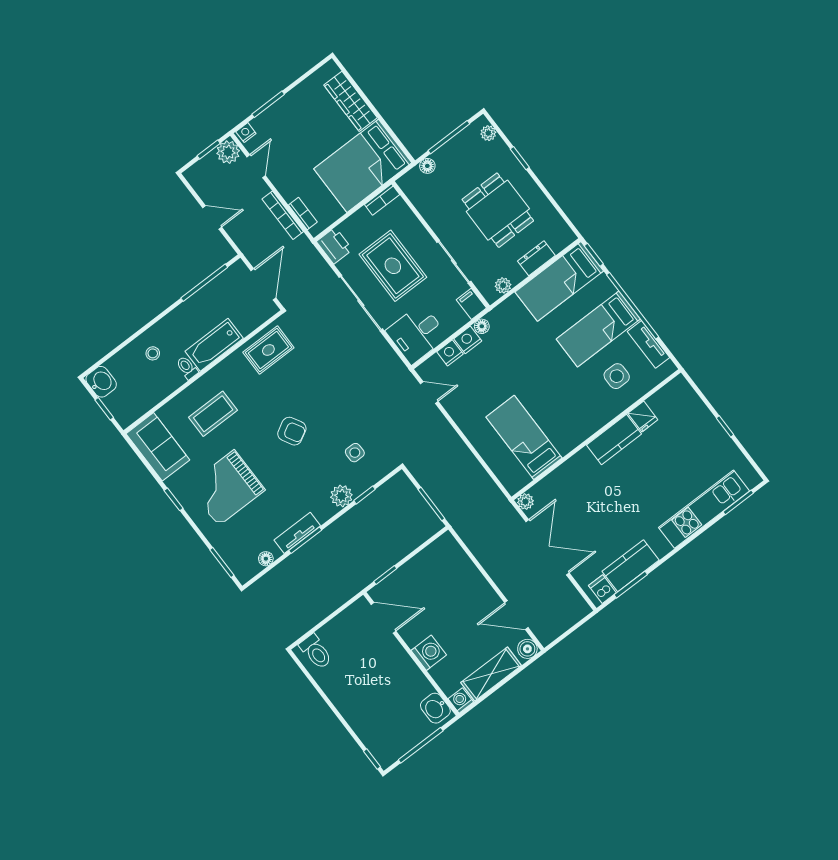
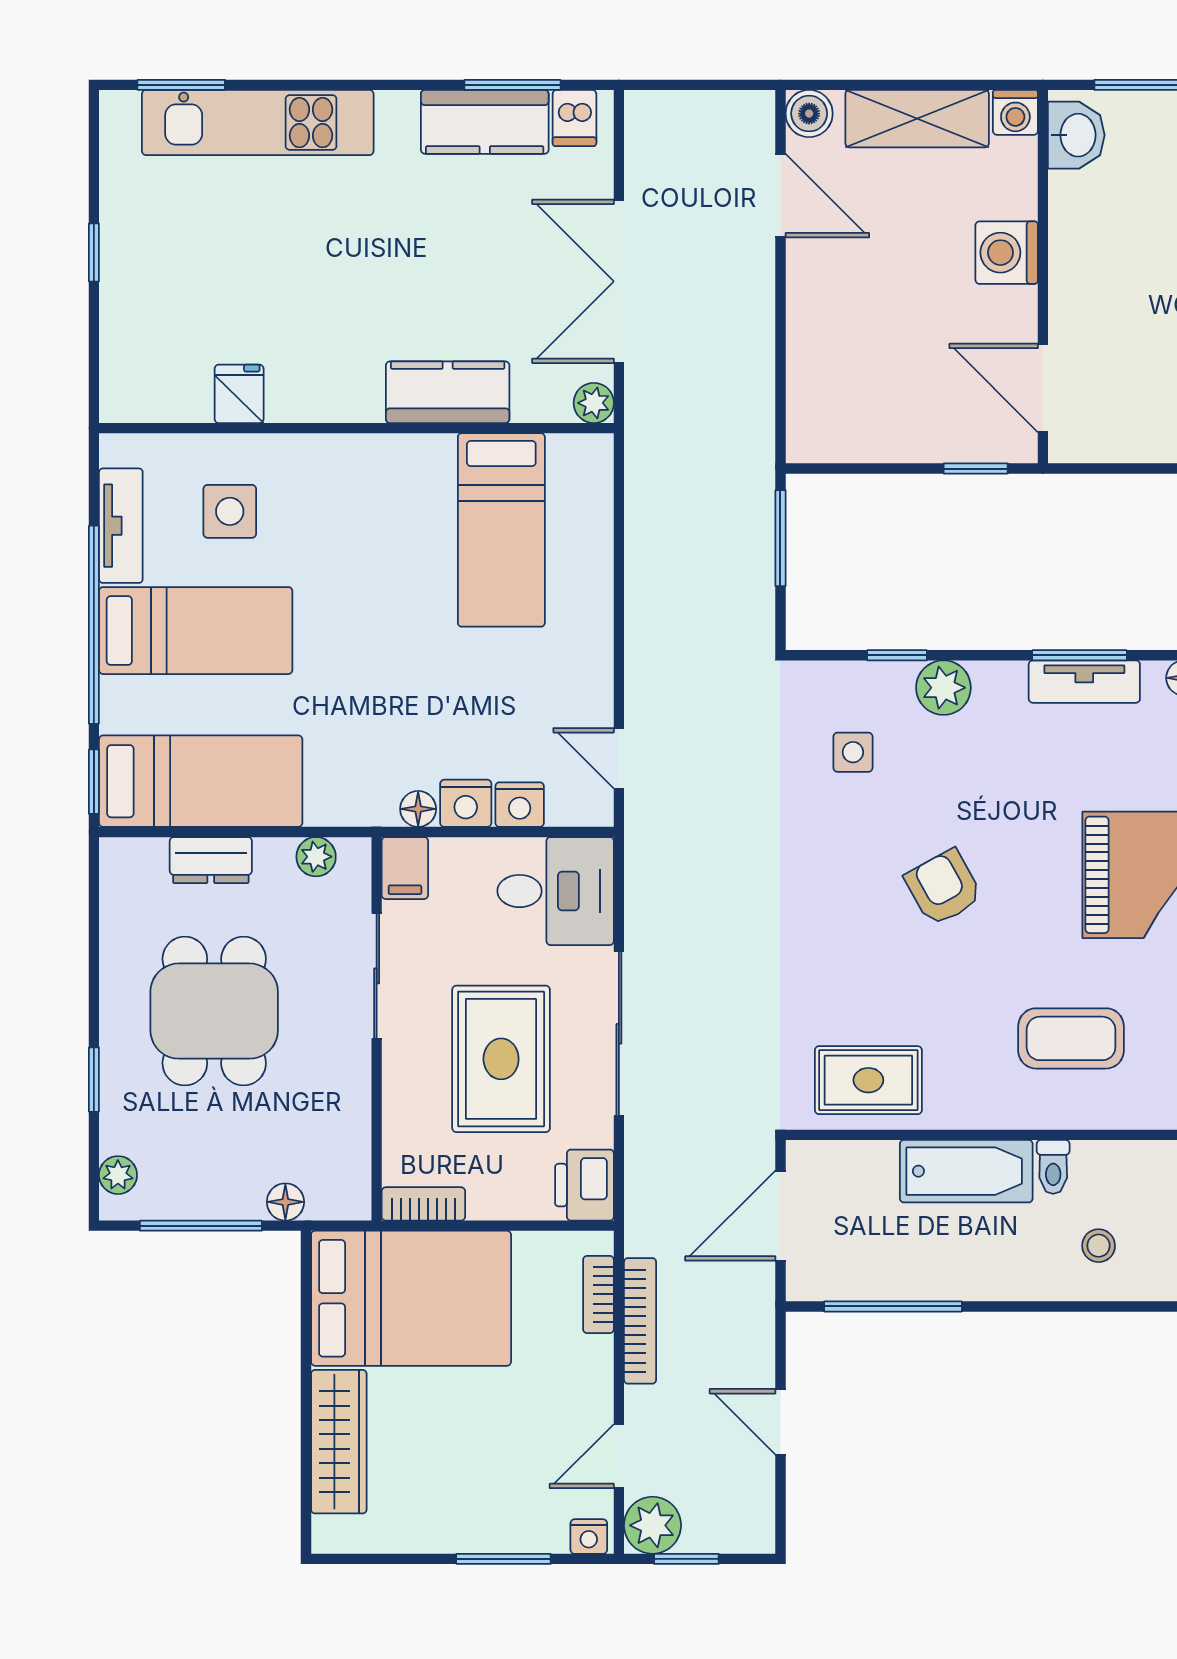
kitchen counter: (614, 439) -> (448, 392), moved

